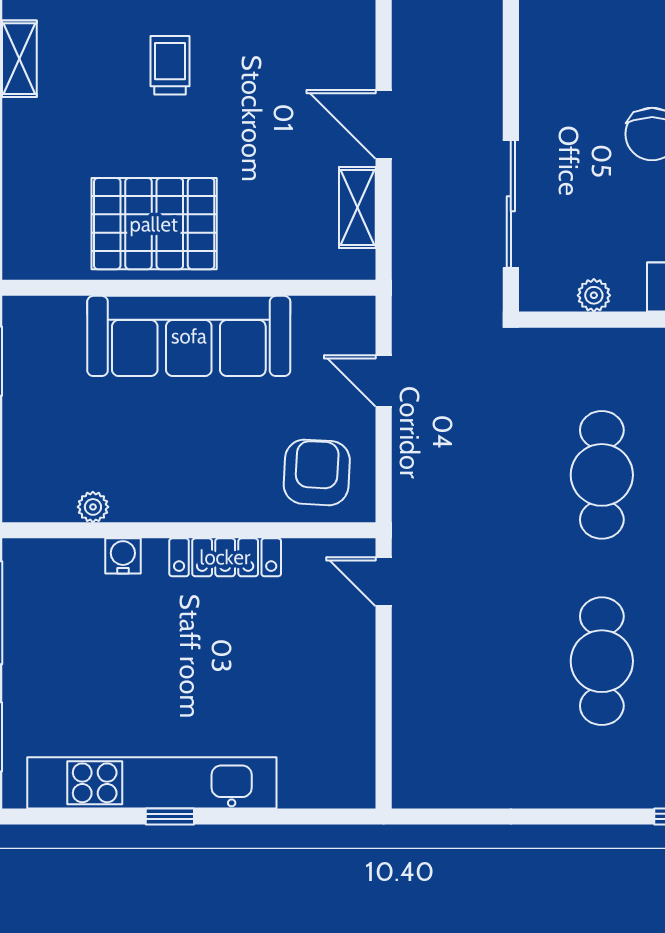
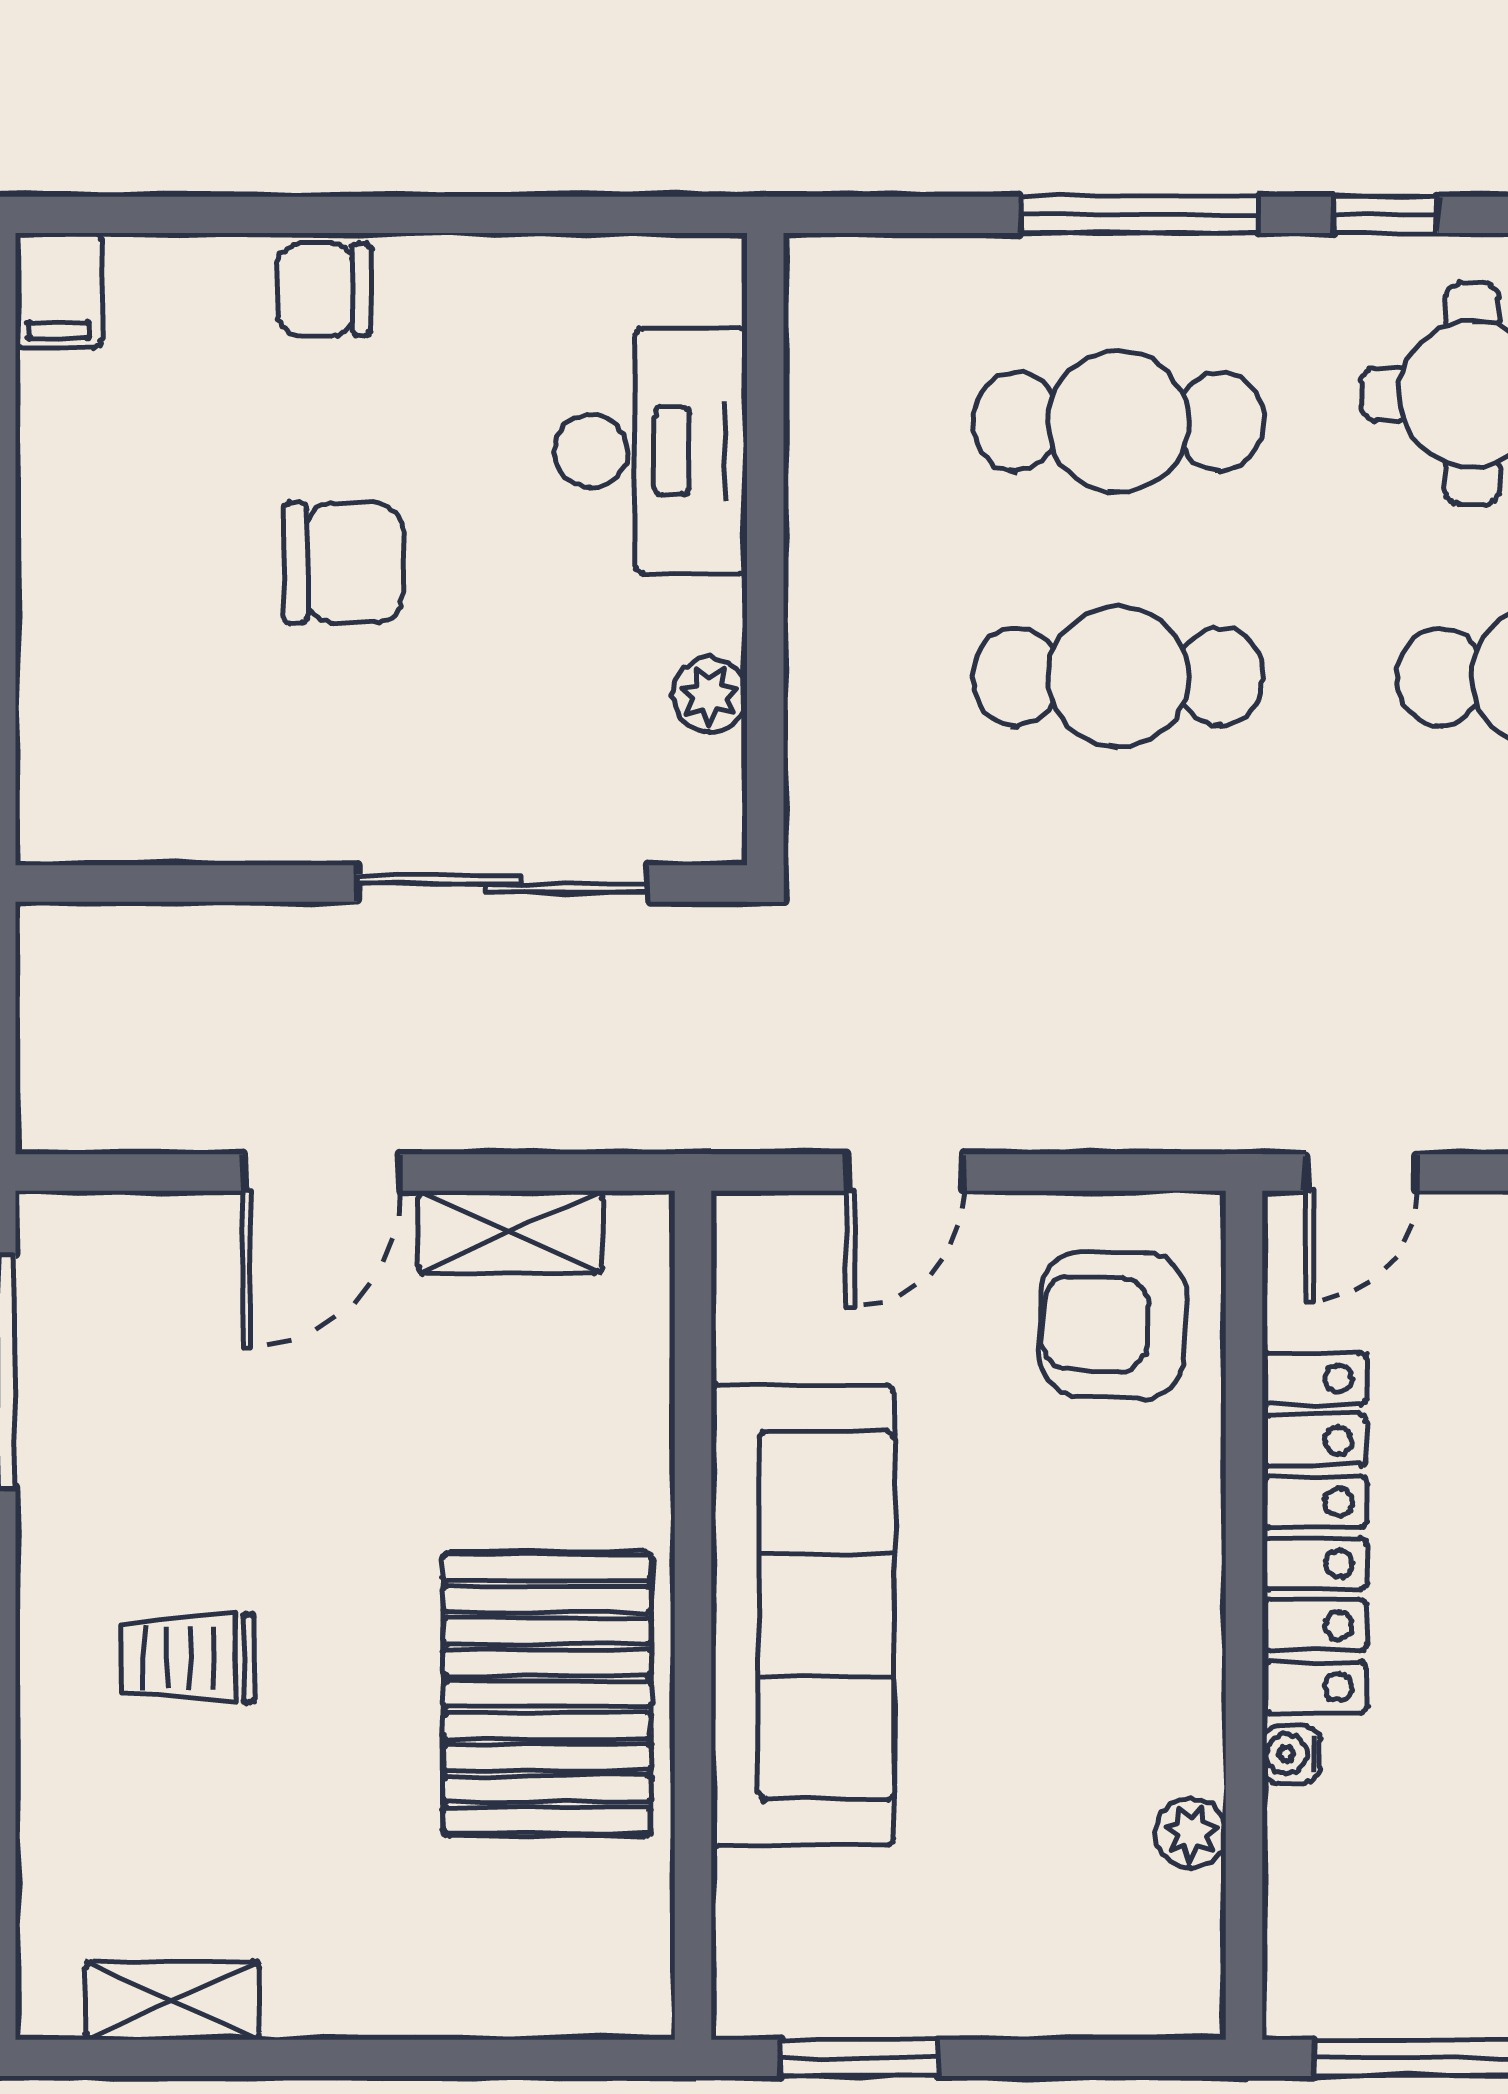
water cooler: (123, 556) -> (1291, 1754), width x0.72, depth x0.72
locker: (225, 557) -> (1314, 1533), width x1.41, depth x1.21

